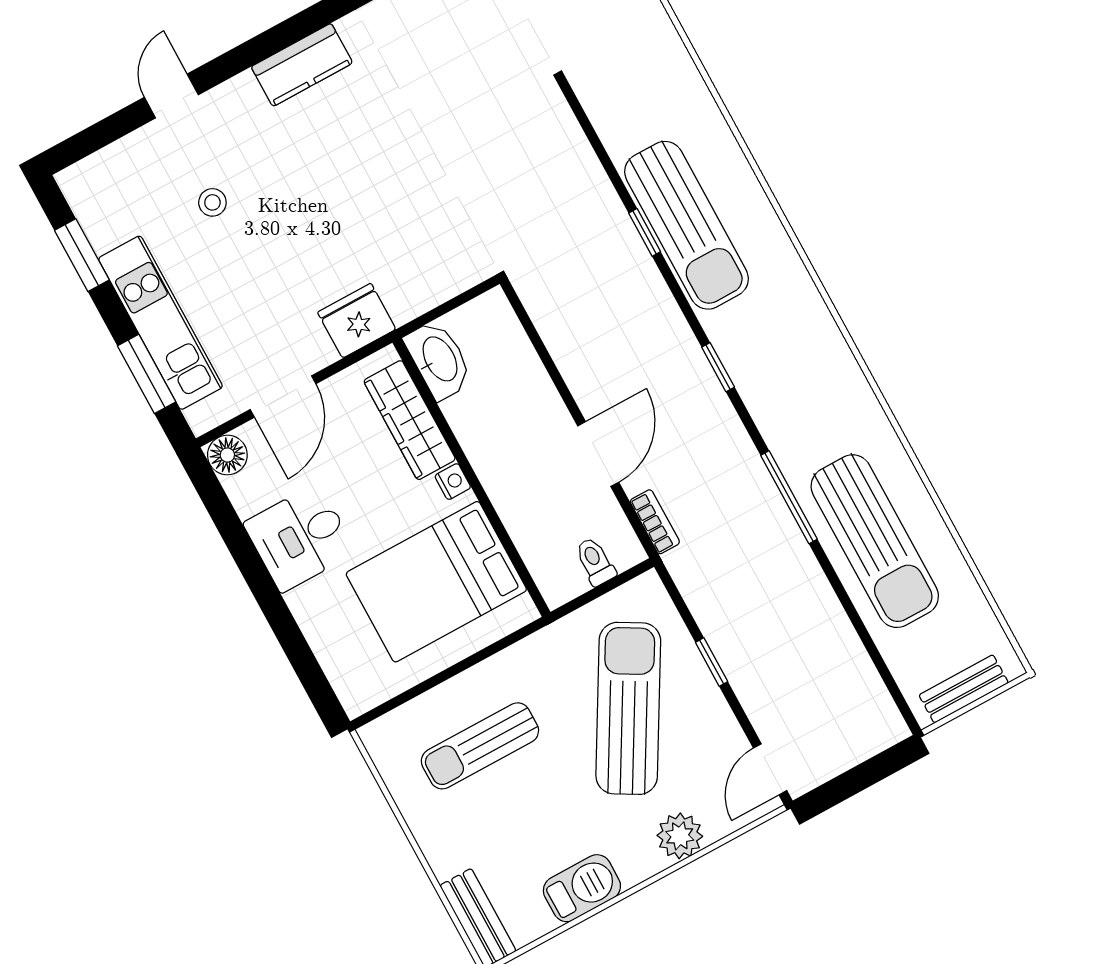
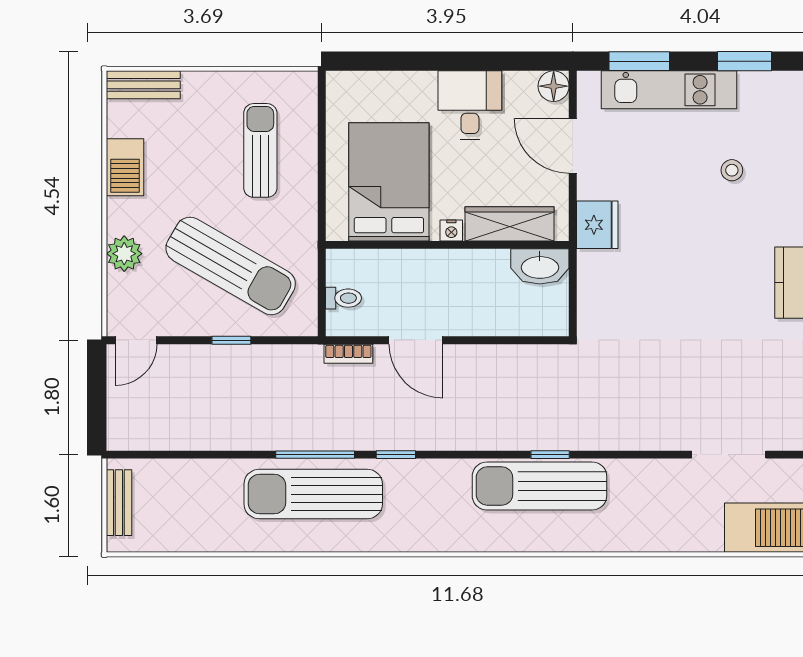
window: (718, 367) -> (396, 455), moved
sun lounger: (875, 541) -> (313, 494), moved
door: (770, 769) -> (136, 340), swing flipped

